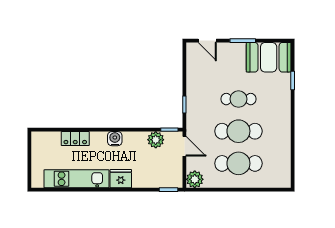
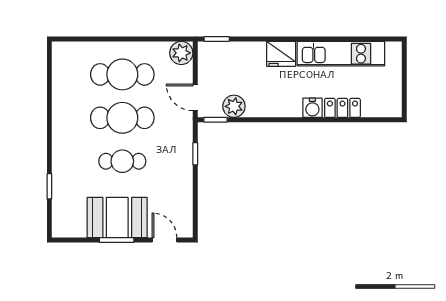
booth: (269, 57) -> (117, 218), moved
water cooler: (115, 139) -> (312, 108), moved

